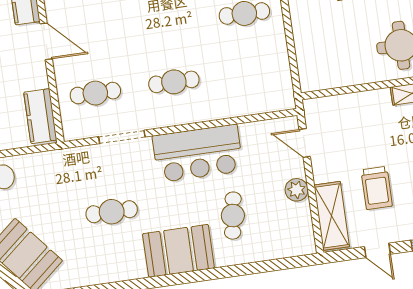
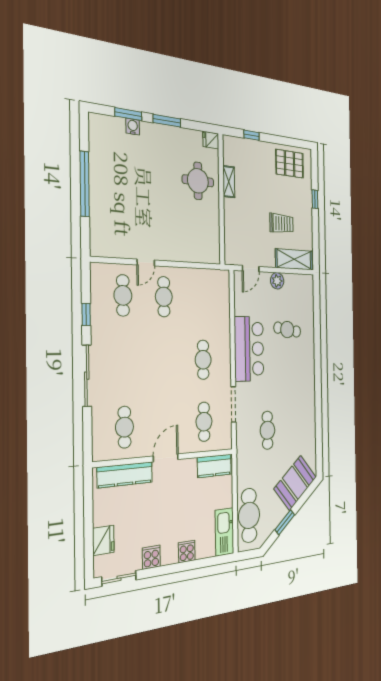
cafe table: (112, 212) -> (267, 430), moved
door: (377, 250) -> (315, 232), removed
booth: (178, 251) -> (303, 372), removed

